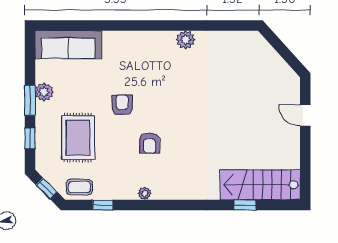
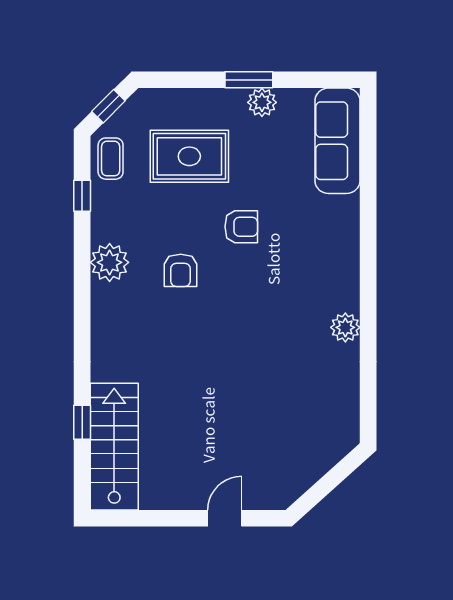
window: (30, 139) -> (188, 80), removed
armchair: (150, 143) -> (181, 270), turned -90
plant: (145, 193) -> (110, 262), width x1.87, depth x1.87

